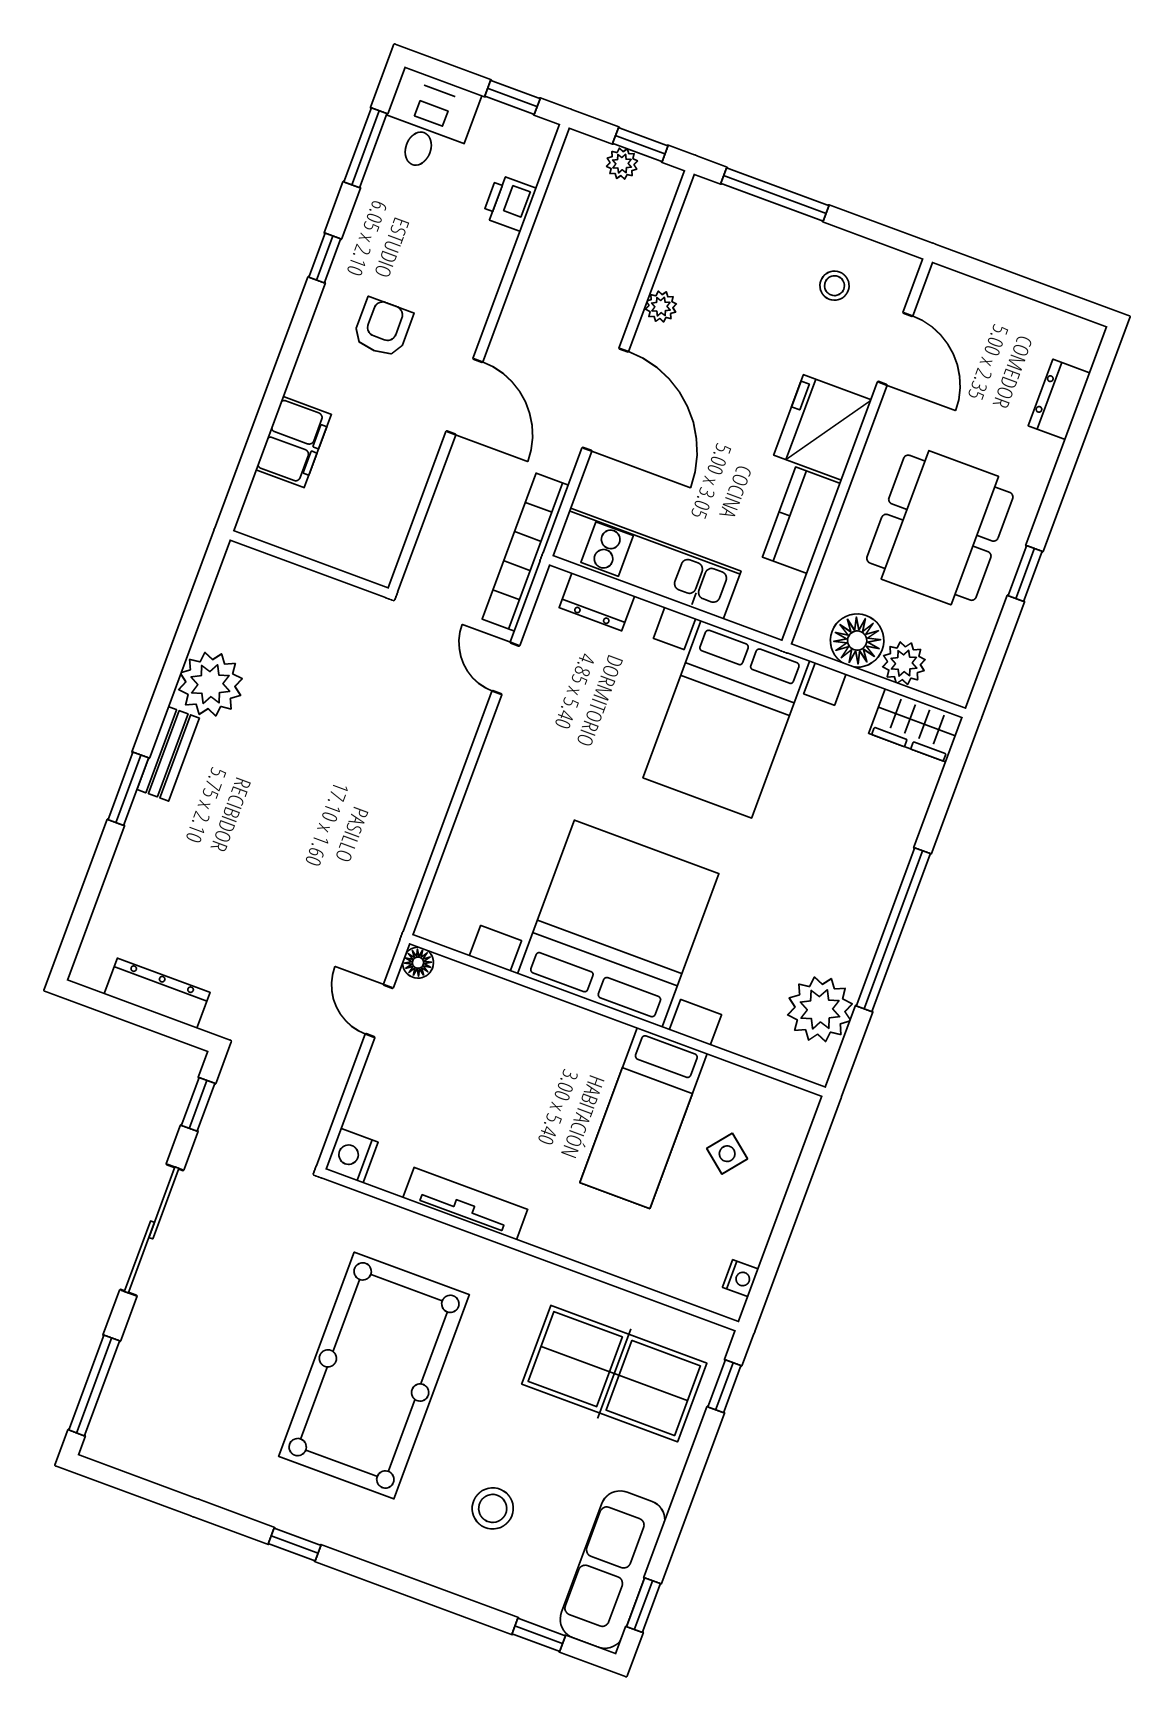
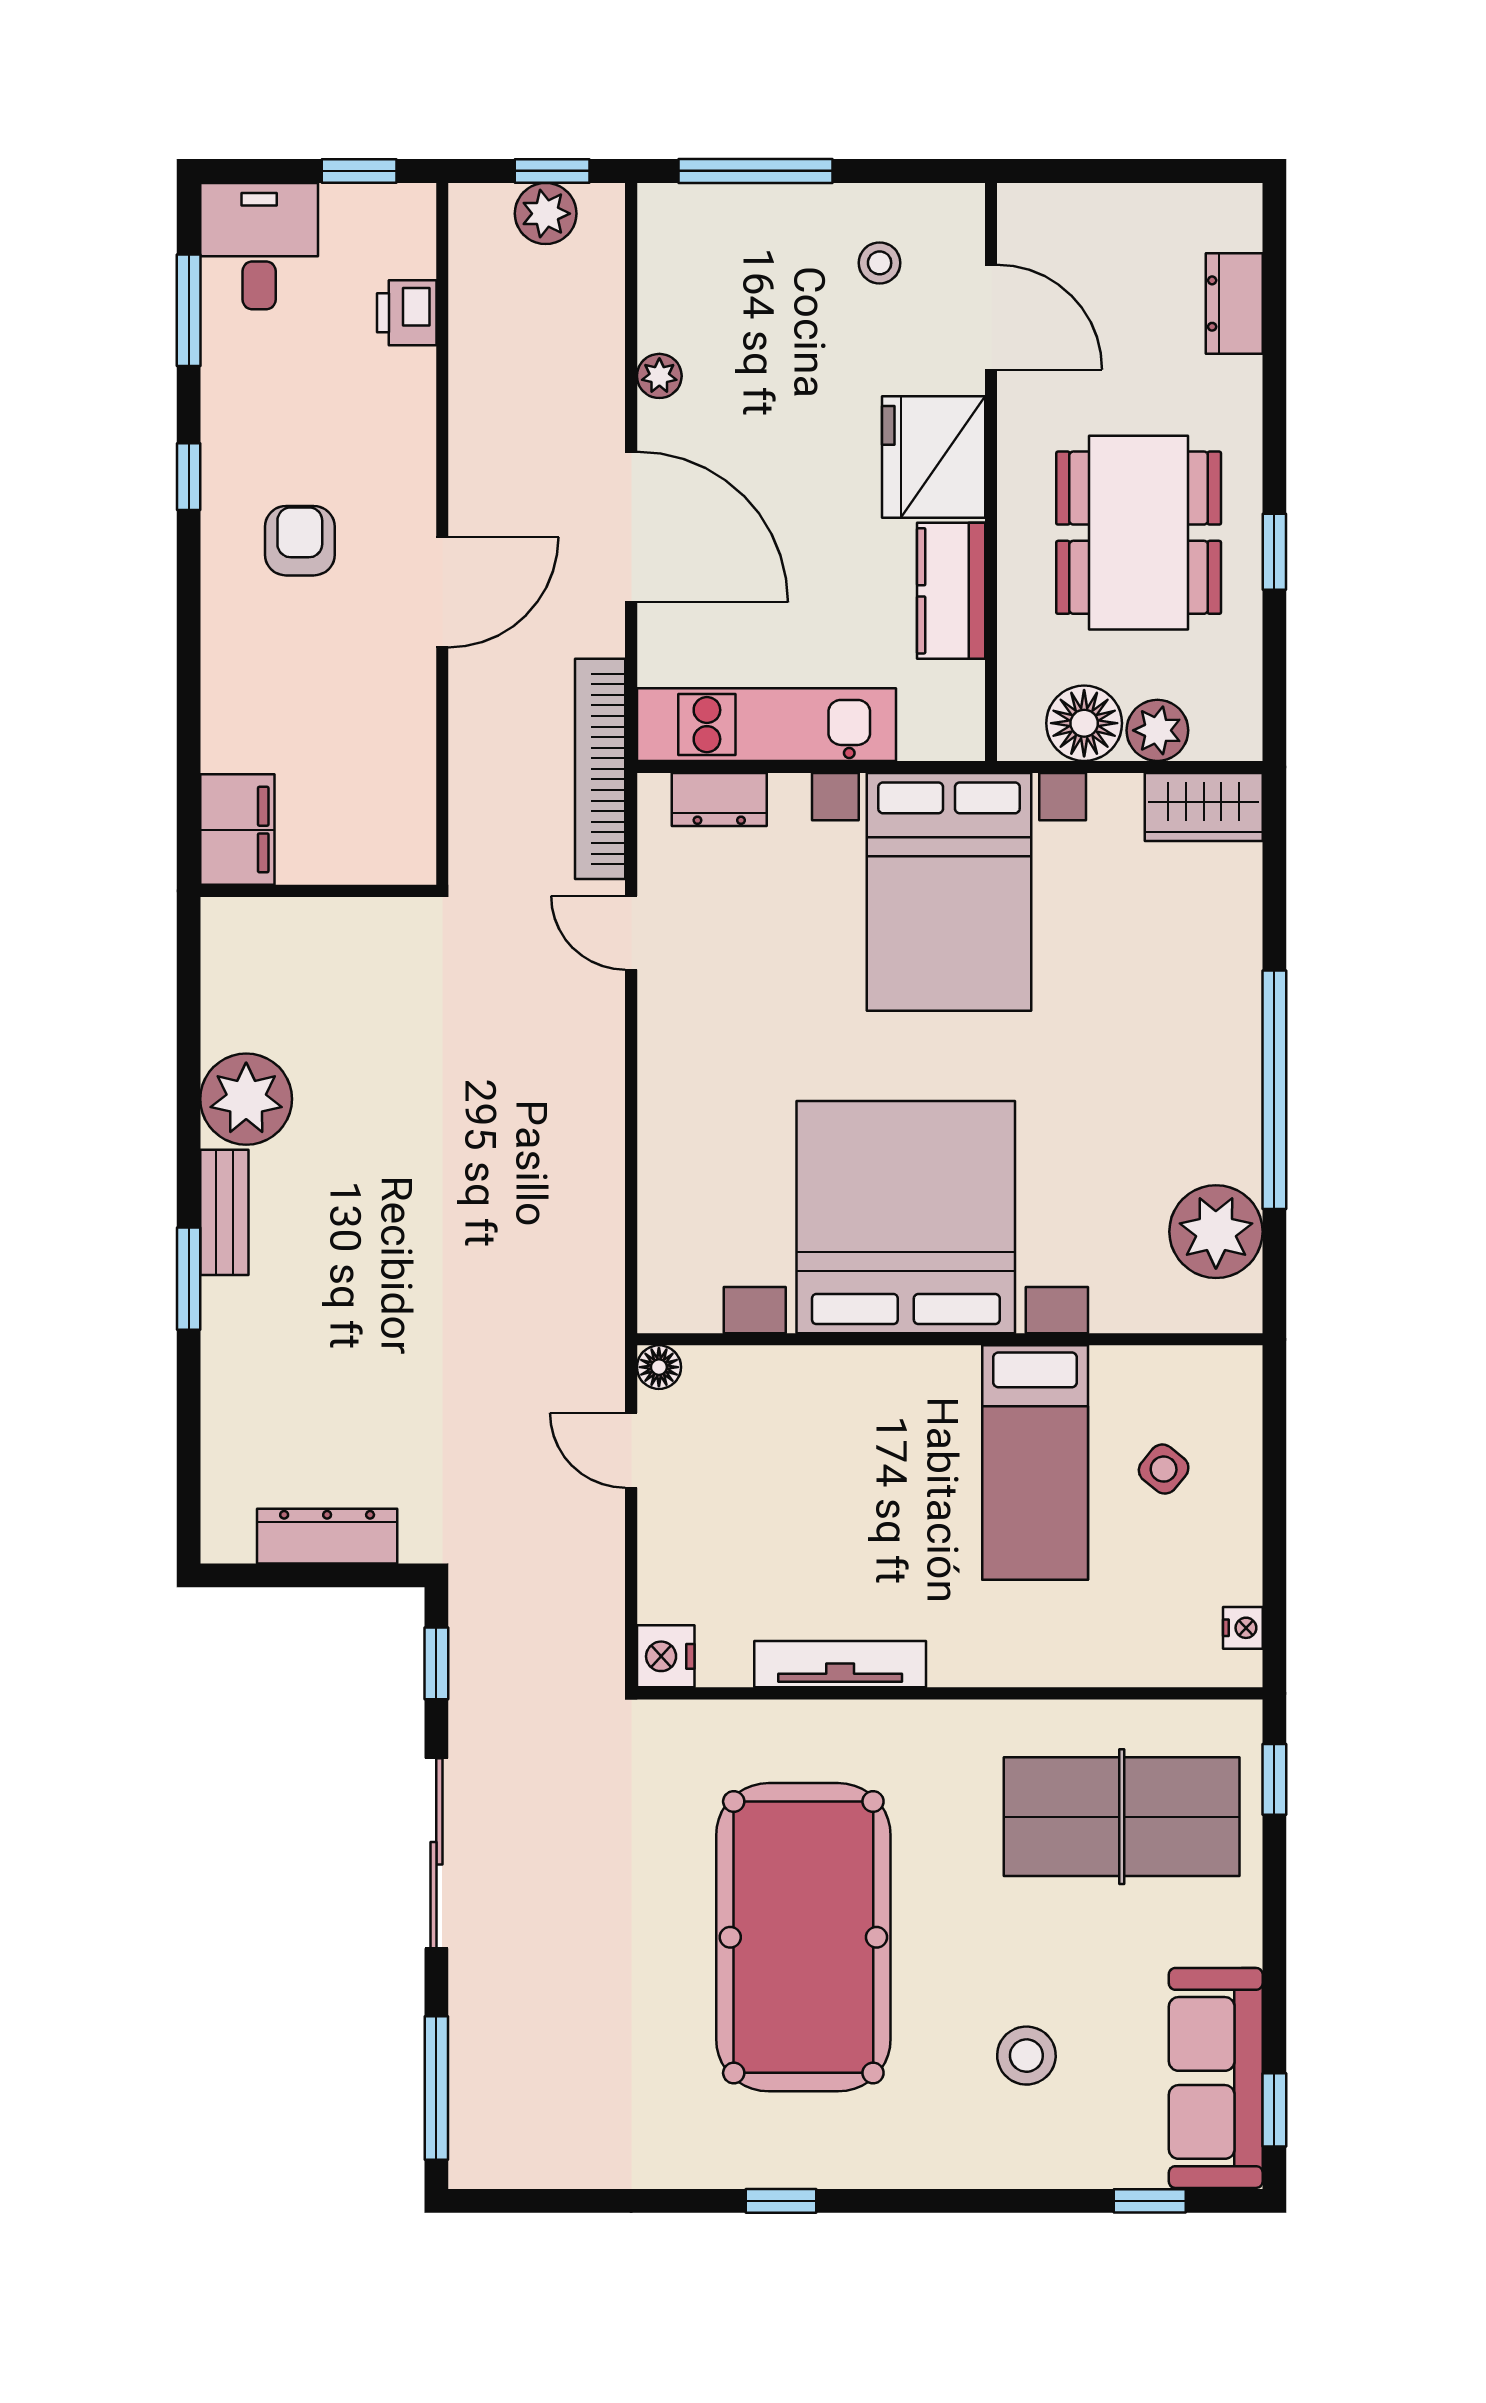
plant: (622, 164) -> (546, 214), width x1.38, depth x1.38
door: (464, 397) -> (442, 592), hinge flipped
filing cabinet: (293, 442) -> (237, 830), moved

